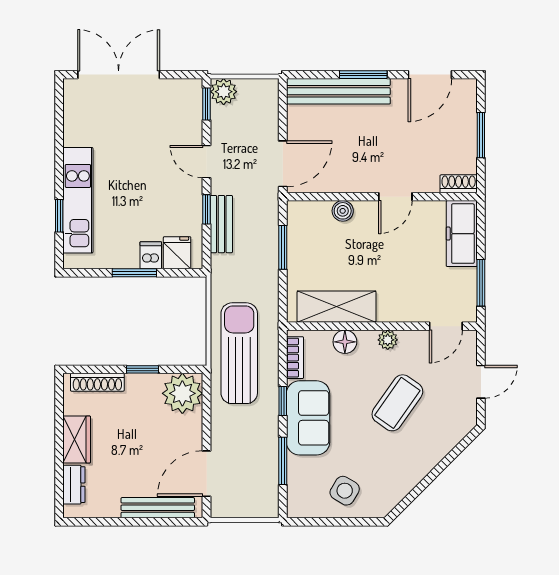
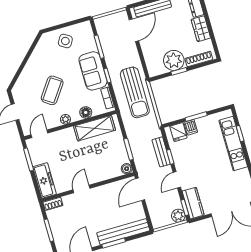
kitchen counter: (188, 108) -> (193, 203), added
door: (207, 162) -> (177, 180), swing flipped
boiler: (343, 211) -> (127, 169), moved
plant: (182, 393) -> (174, 60), moved

